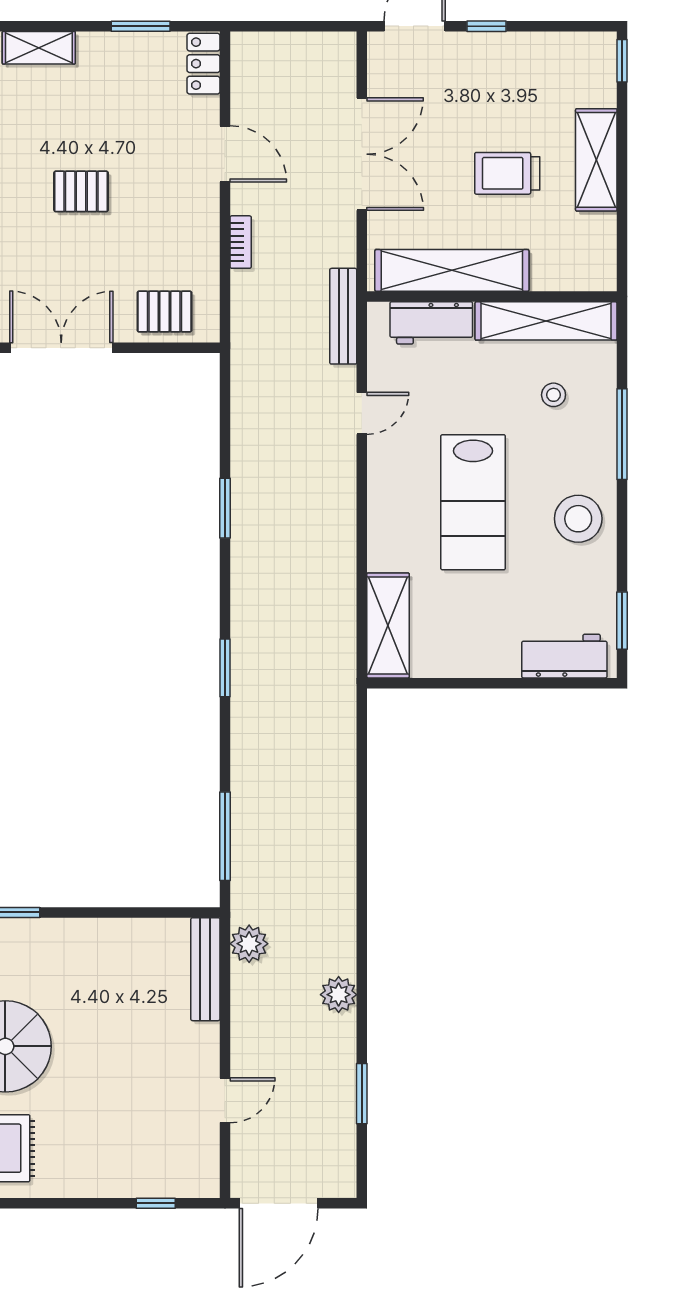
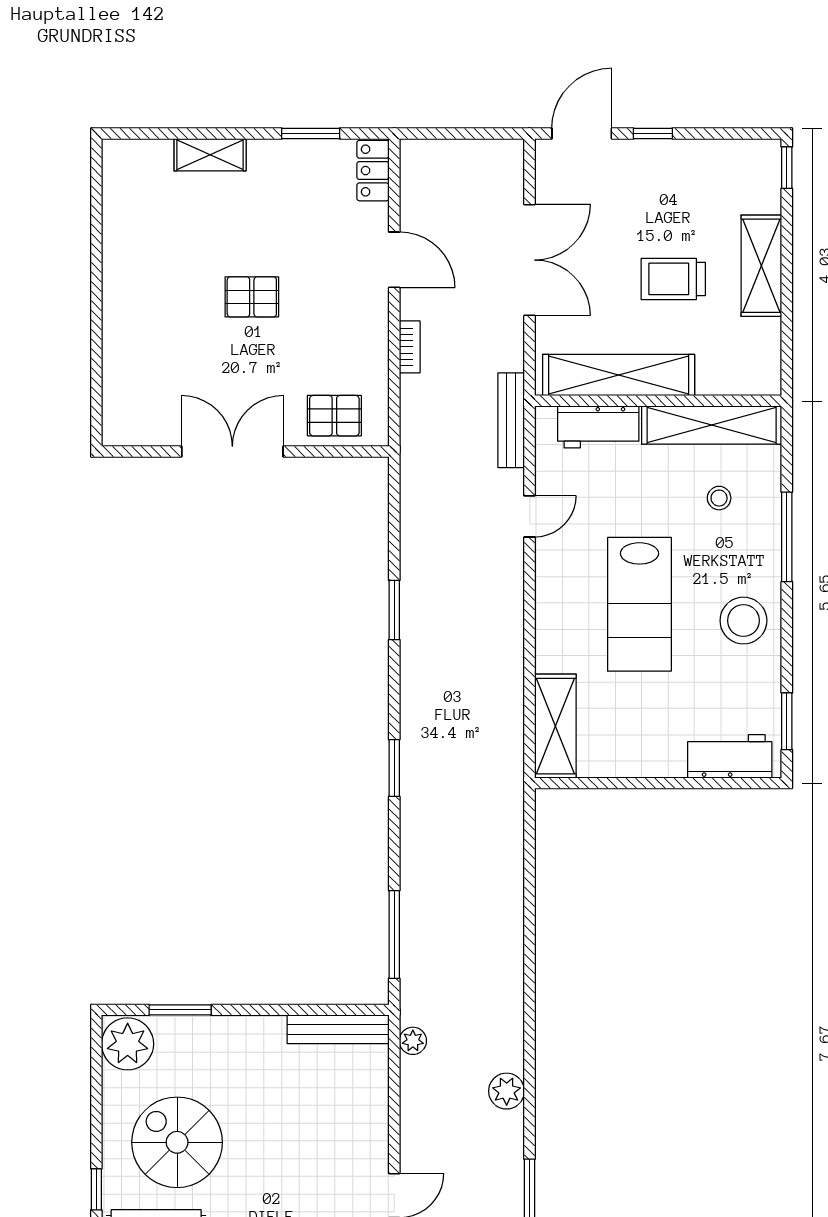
plant: (249, 944) -> (413, 1041), width x0.73, depth x0.73
bench: (205, 969) -> (338, 1029), moved, turned 90

